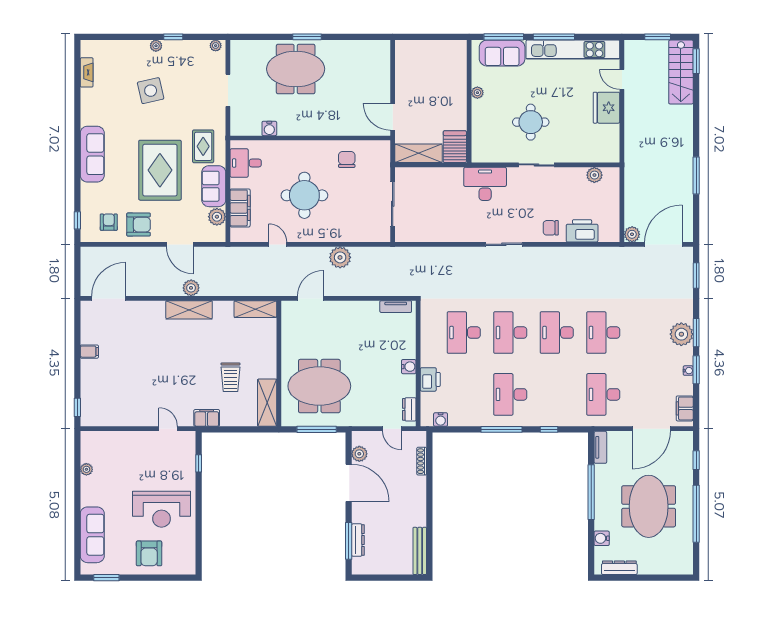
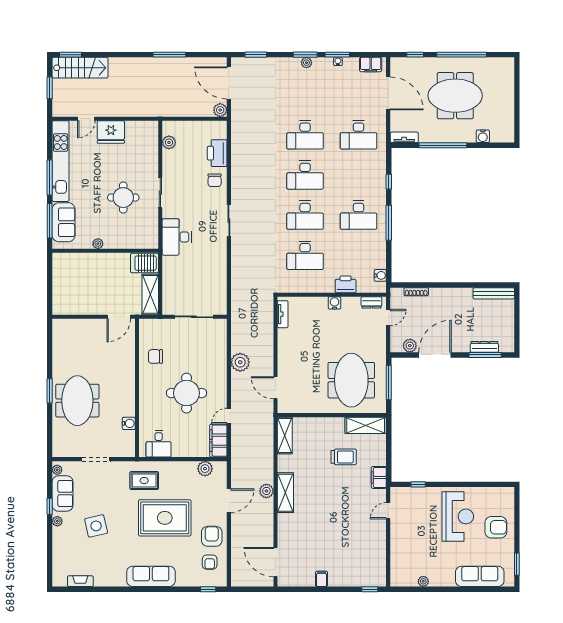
sofa: (214, 186) -> (63, 494), moved, turned -90
filing cabinet: (240, 208) -> (218, 441), moved, turned -90
armchair: (109, 222) -> (210, 562), turned -90
plant: (681, 334) -> (306, 63), width x0.53, depth x0.53
dresser: (619, 568) -> (508, 121), removed

